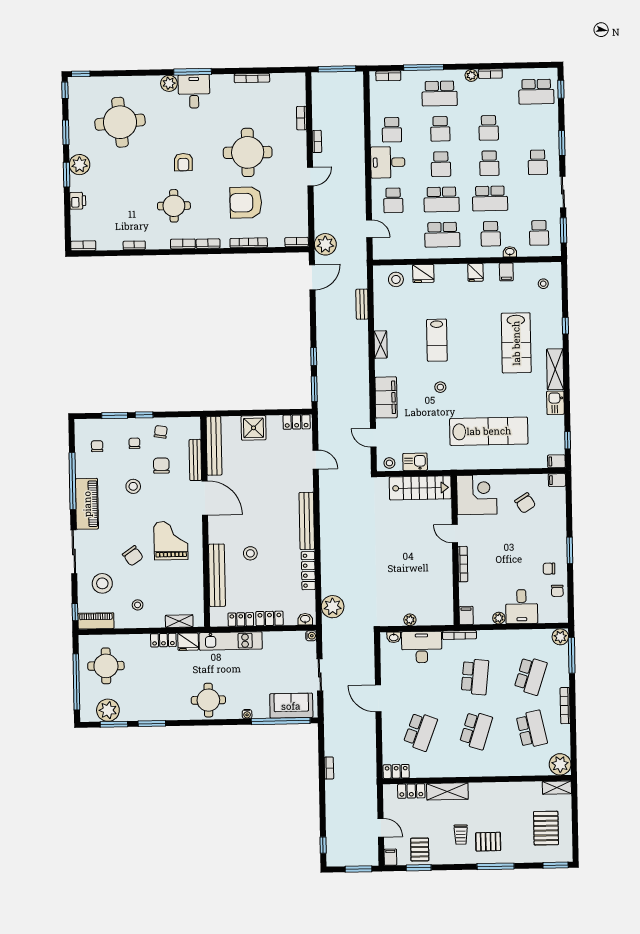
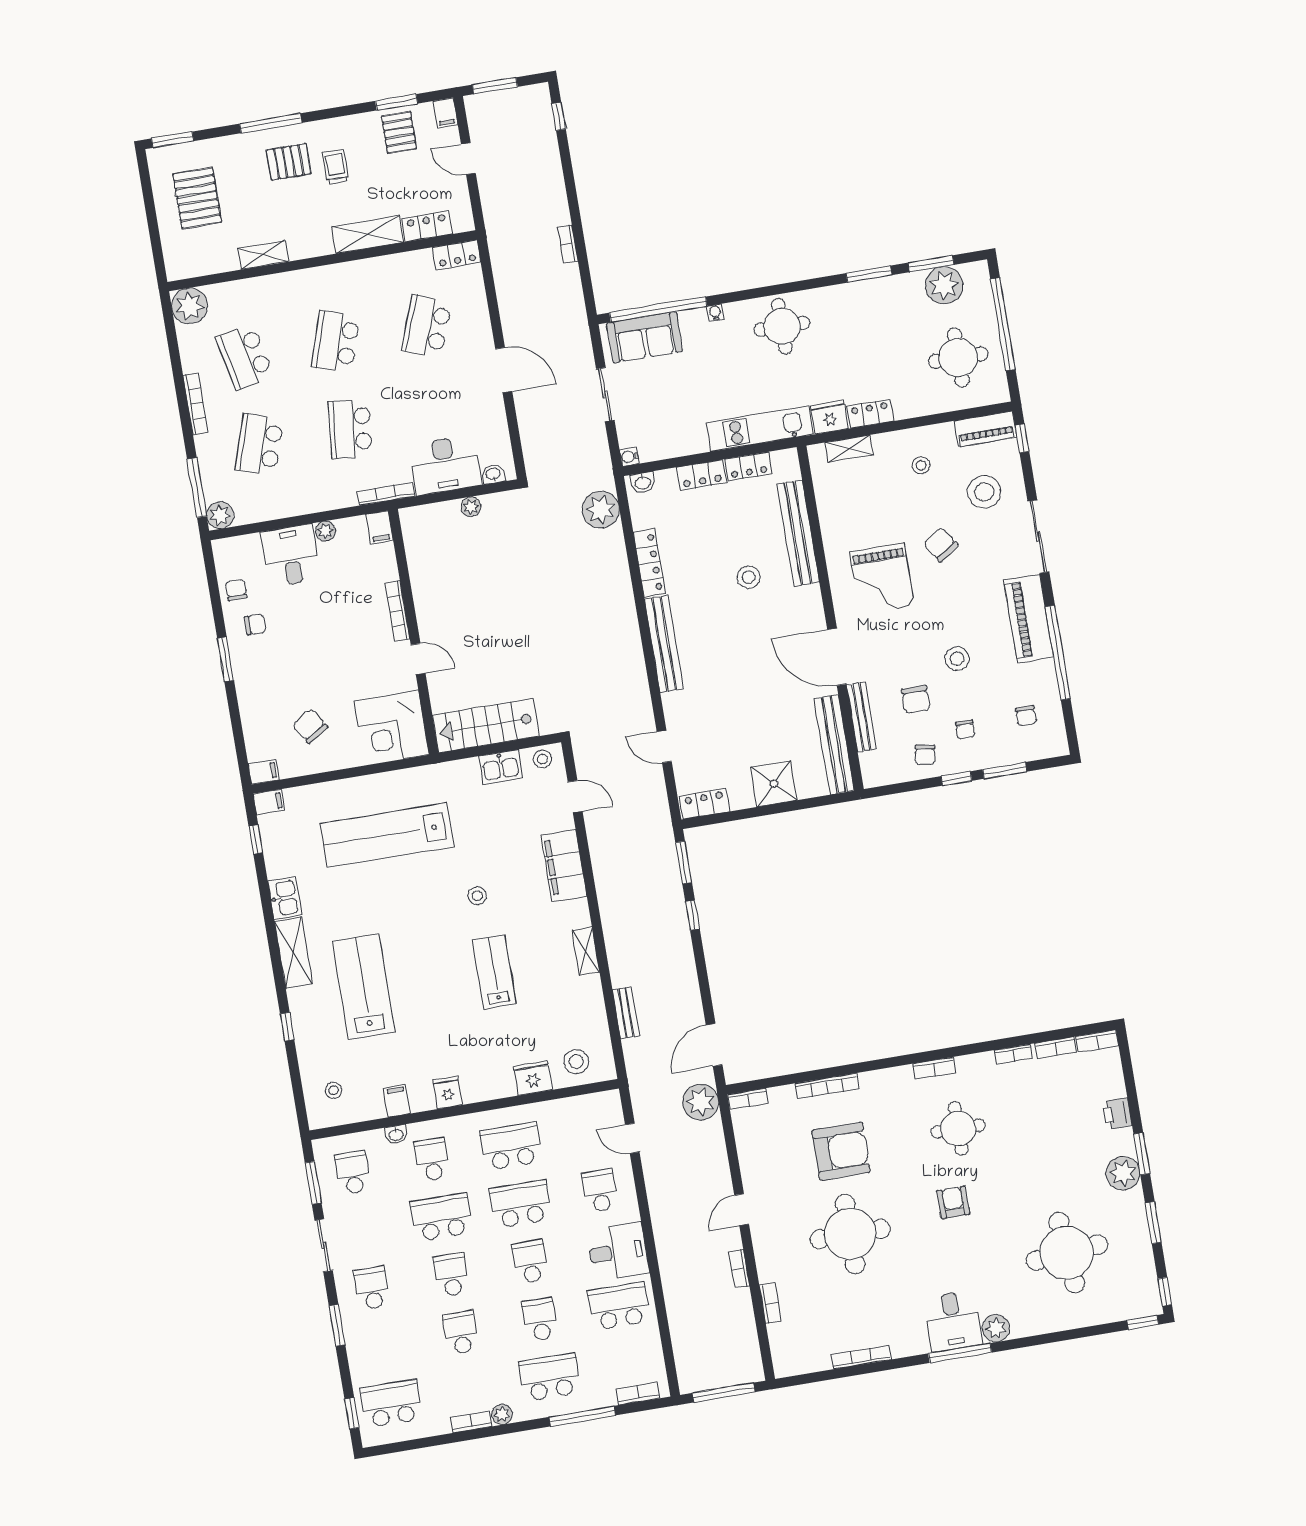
school desk: (392, 130) -> (619, 1306), width x1.85
bookcase: (208, 244) -> (1056, 1048), moved
shelving: (557, 788) -> (263, 255), moved

